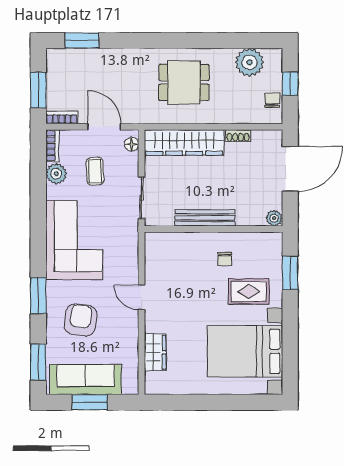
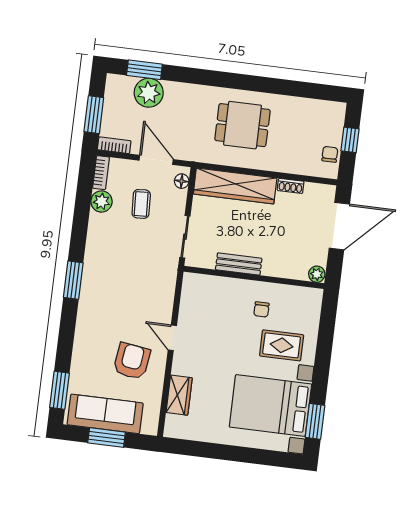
plant: (249, 62) -> (149, 93), moved
bench: (205, 218) -> (239, 264), width x0.73
corner sofa: (74, 240) -> (111, 271), removed
window: (290, 273) -> (315, 421), moved
window: (38, 296) -> (73, 280), moved
armchair: (80, 320) -> (132, 361), moved

